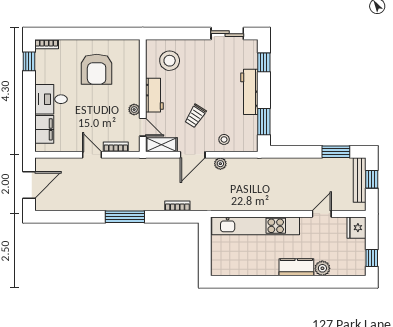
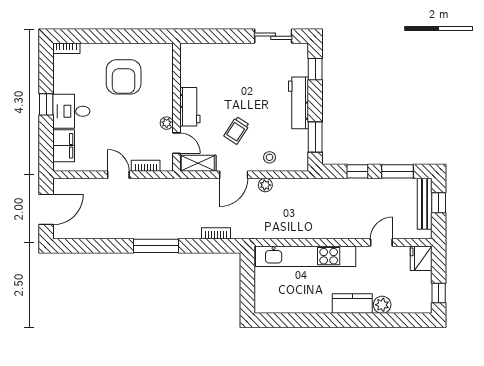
window: (29, 61) -> (46, 104), moved
stool: (170, 61) -> (207, 67), removed
window: (301, 152) -> (357, 171), added

